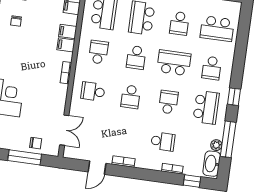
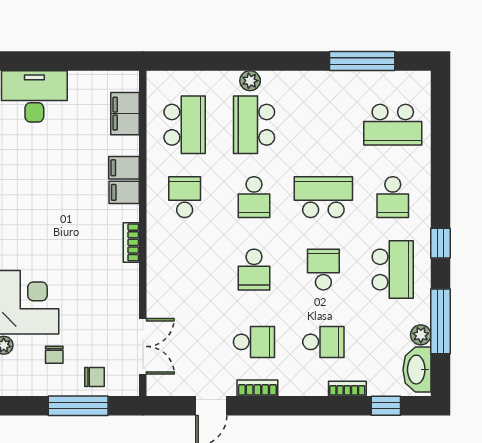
chair: (16, 21) -> (54, 355), moved
school desk: (179, 23) -> (323, 125), removed
school desk: (93, 91) -> (254, 342), moved, turned 180

